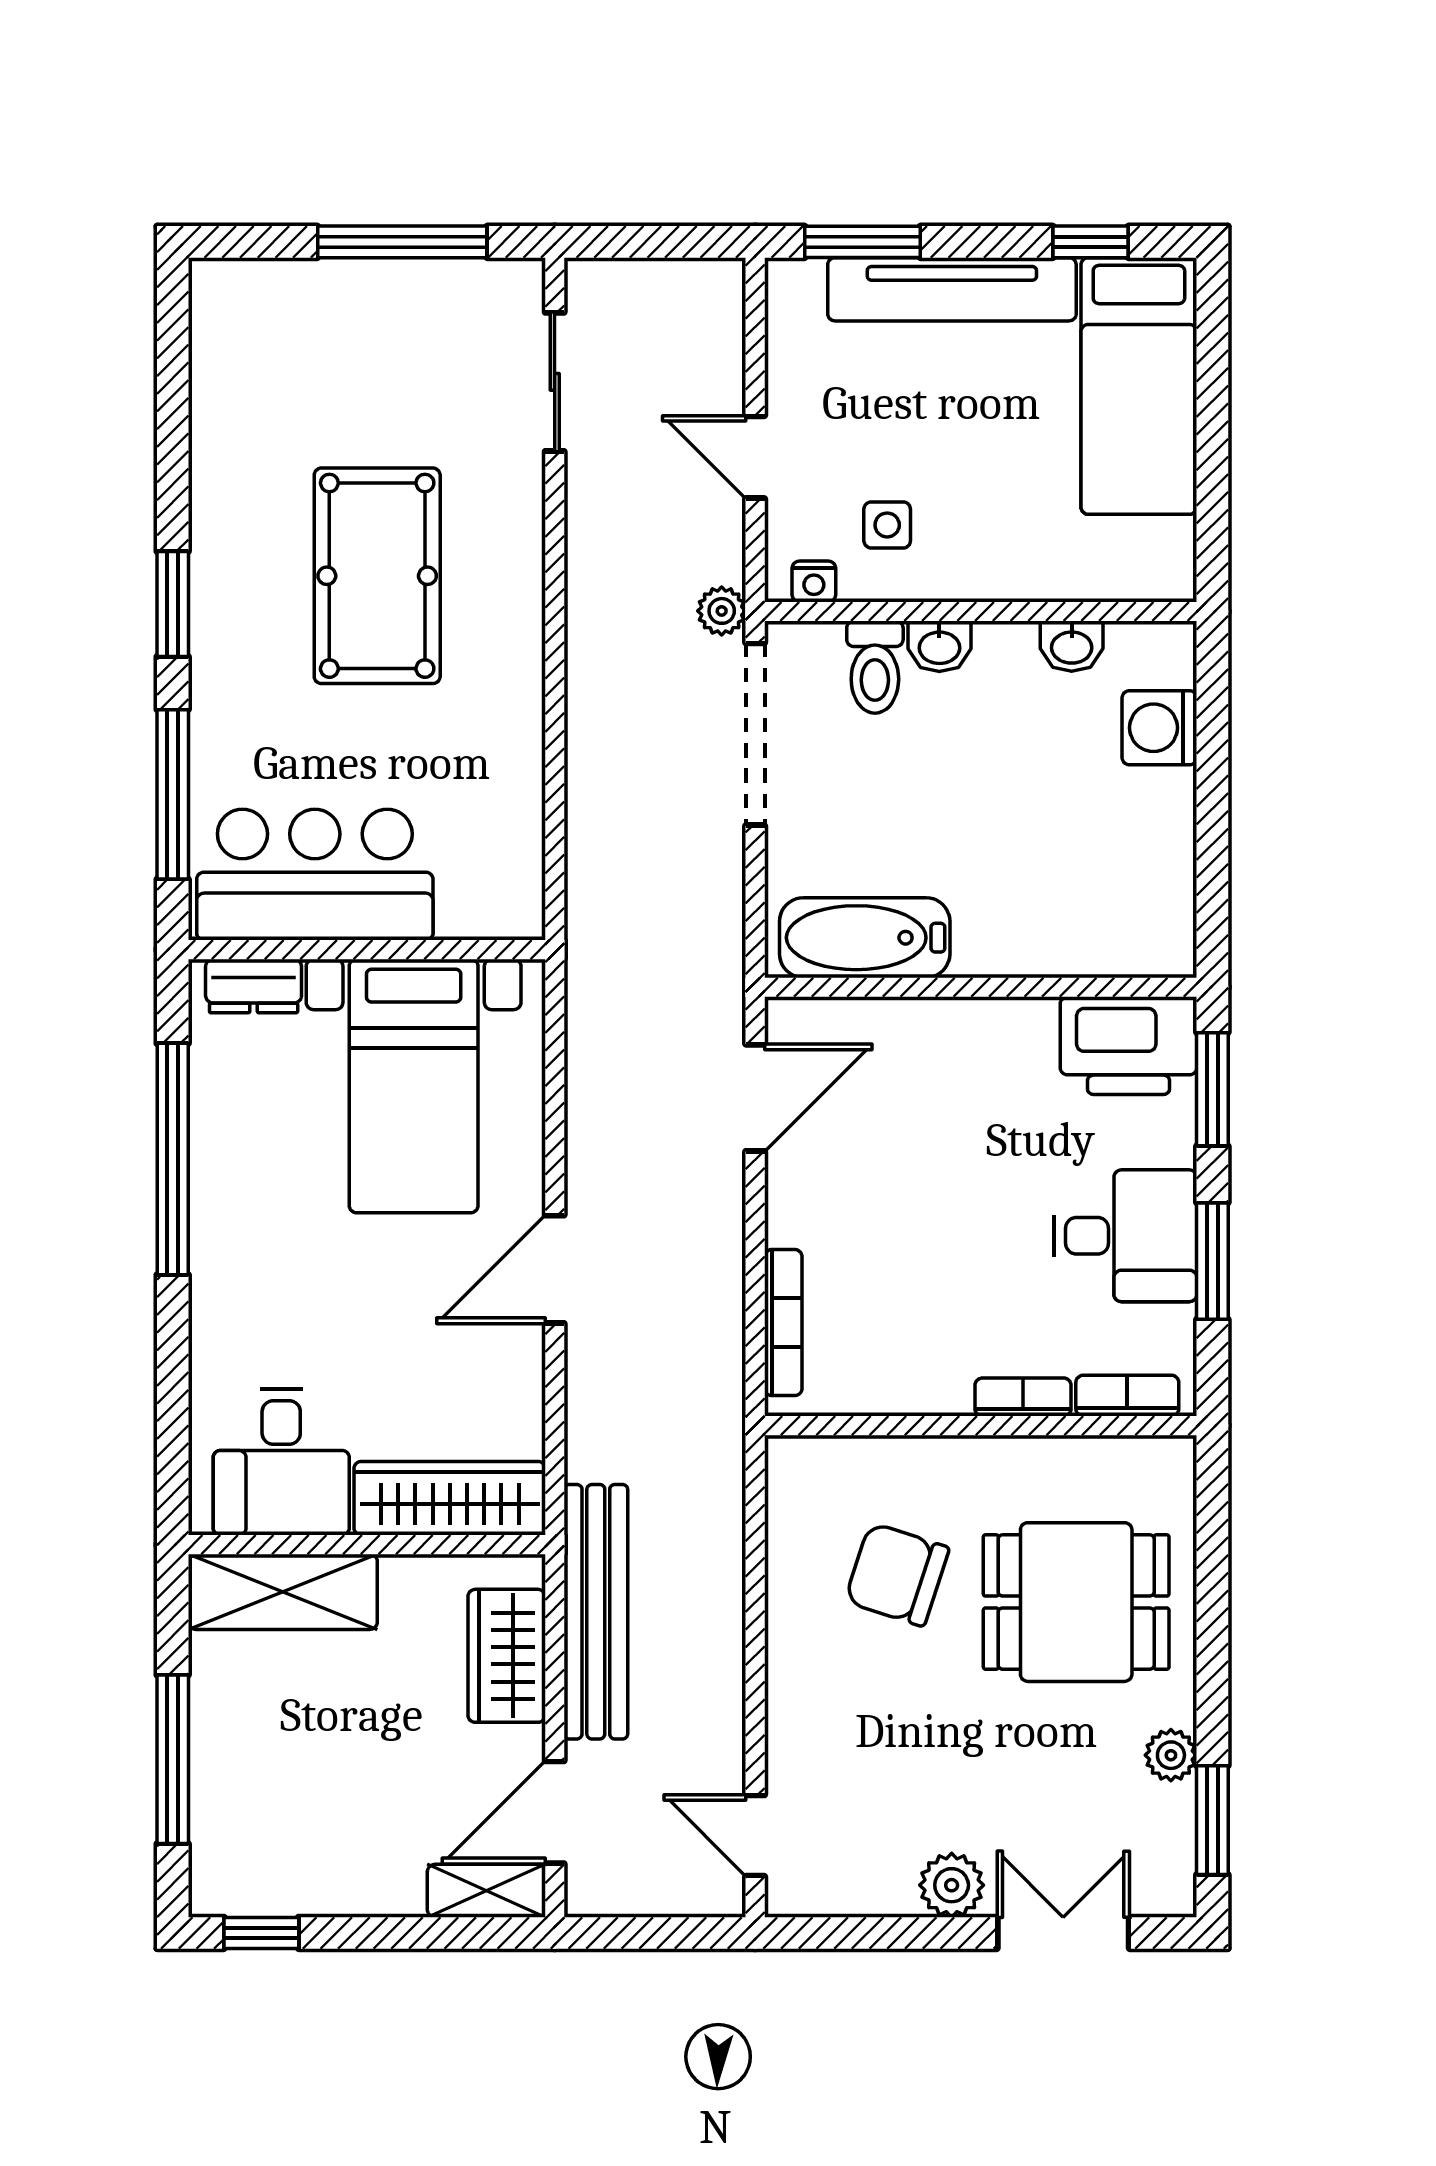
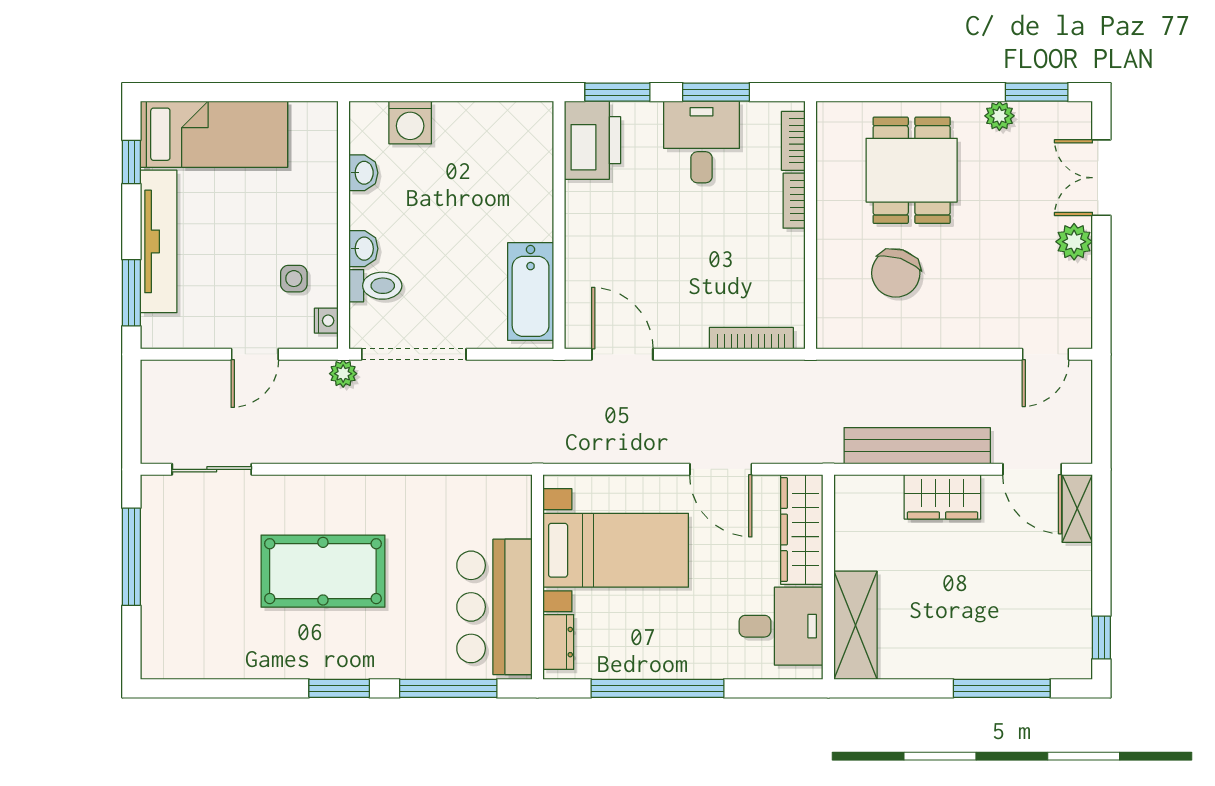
desk: (281, 1462) -> (781, 626), moved
wardrobe: (450, 1498) -> (802, 530), moved
wall: (367, 1545) -> (828, 577), moved
shelving: (283, 1592) -> (855, 625), moved

